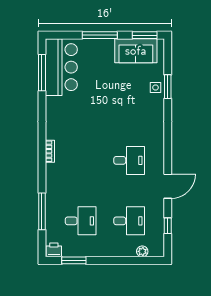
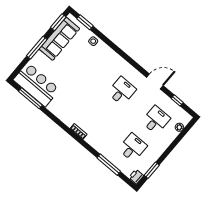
sofa: (136, 51) -> (59, 39), width x1.36
window: (168, 87) -> (85, 22), moved
door: (168, 186) -> (155, 82), hinge flipped

